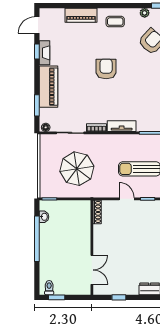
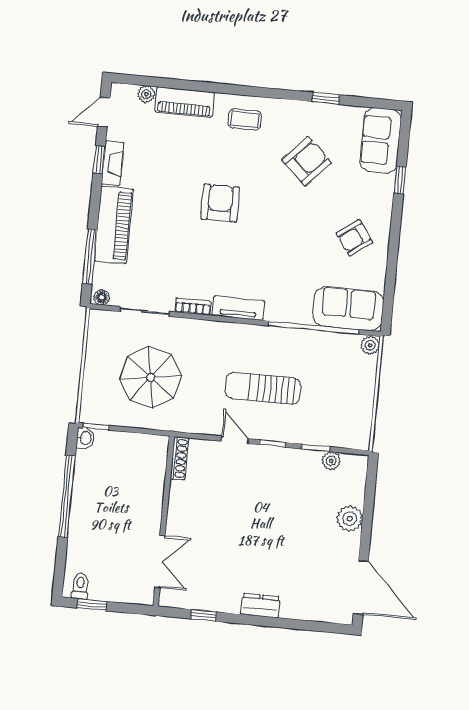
plant: (145, 13) -> (146, 94), moved
window: (37, 105) -> (90, 257), width x1.44
washbasin: (44, 217) -> (85, 438), moved

